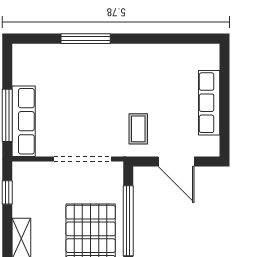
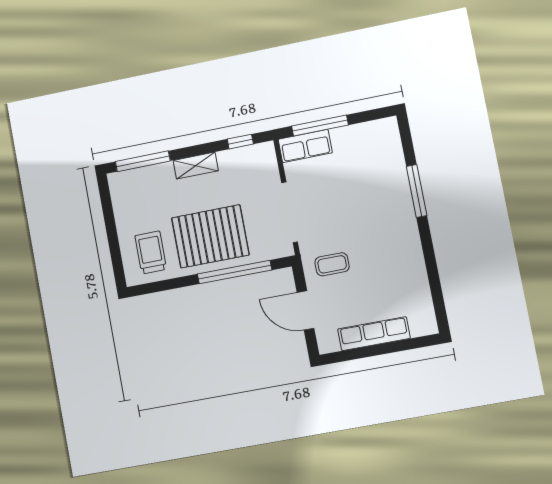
row of seats: (24, 121) -> (305, 146), width x0.68
door: (176, 162) -> (305, 310), hinge flipped

